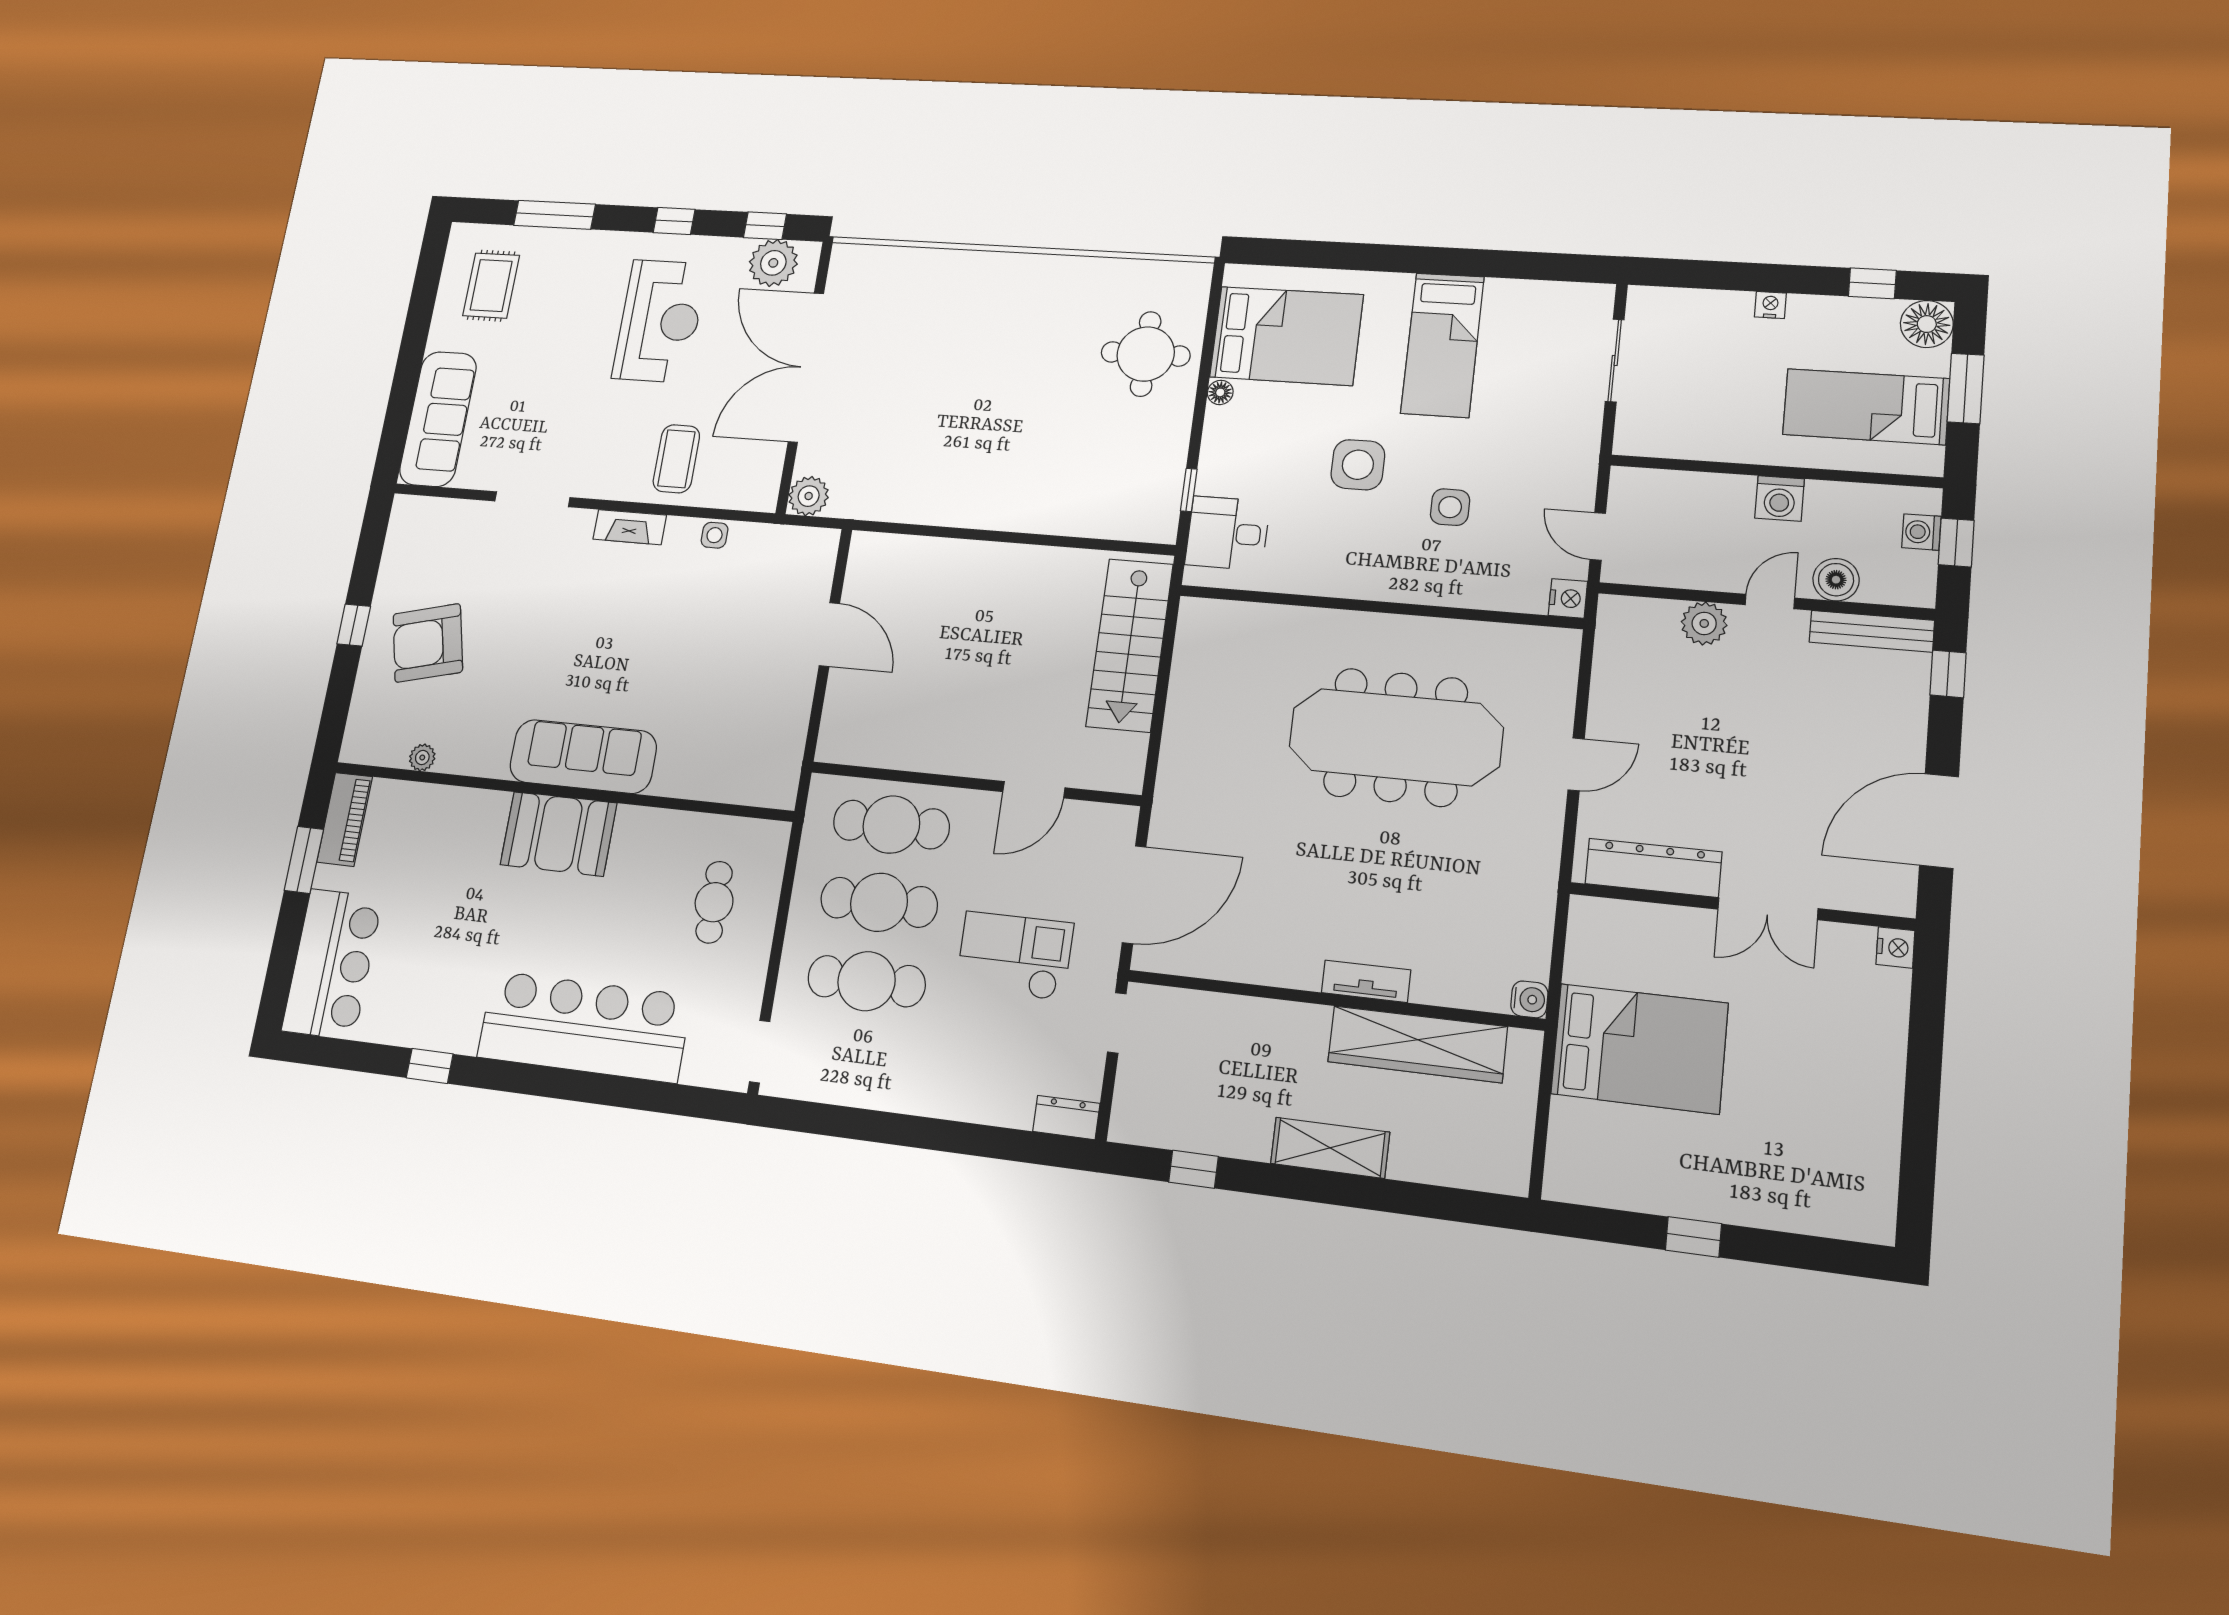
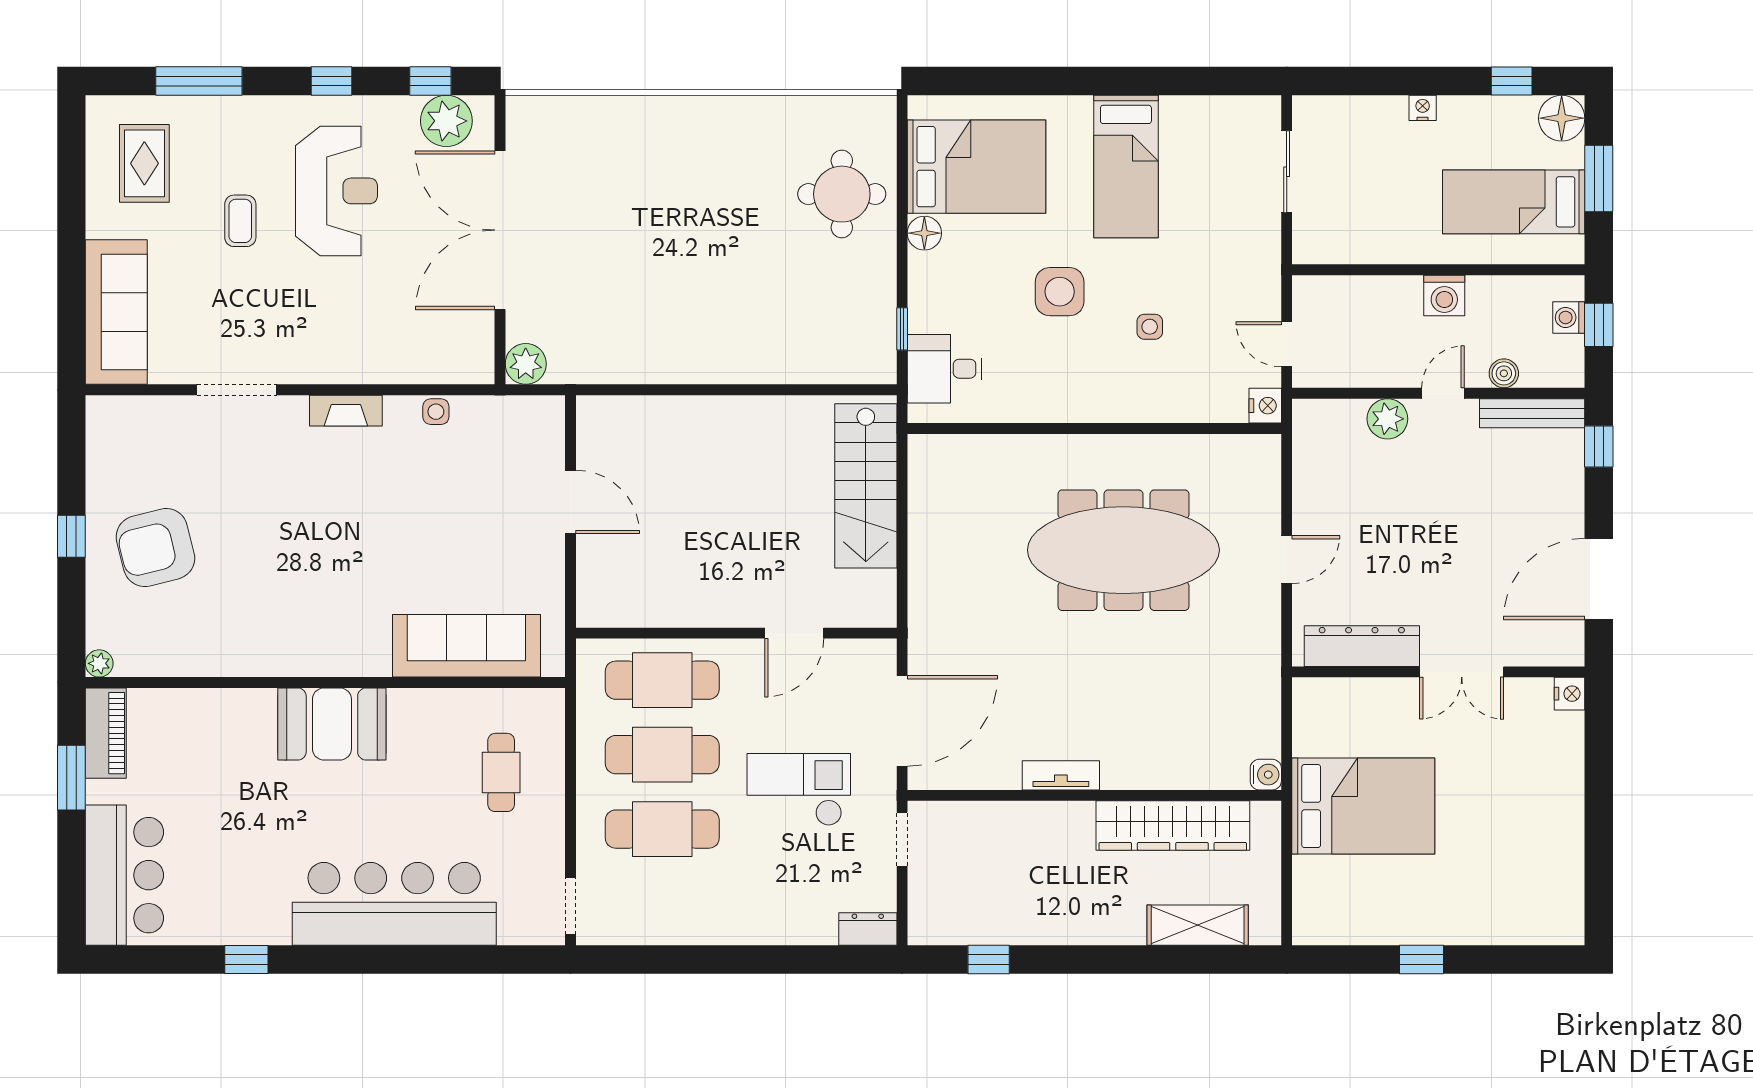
floor lamp: (1220, 392) -> (924, 233), width x1.37, depth x1.37
coffee table: (676, 459) -> (240, 221), moved, width x0.73, depth x0.77
side table: (1450, 507) -> (1150, 327), width x0.73, depth x0.73
boiler: (1836, 580) -> (1504, 373), width x0.73, depth x0.73
sofa: (583, 756) -> (466, 646), moved
plant: (422, 757) -> (99, 663), moved
tv unit: (1366, 981) -> (1061, 775), moved
shelving: (1330, 1148) -> (1198, 925), moved

